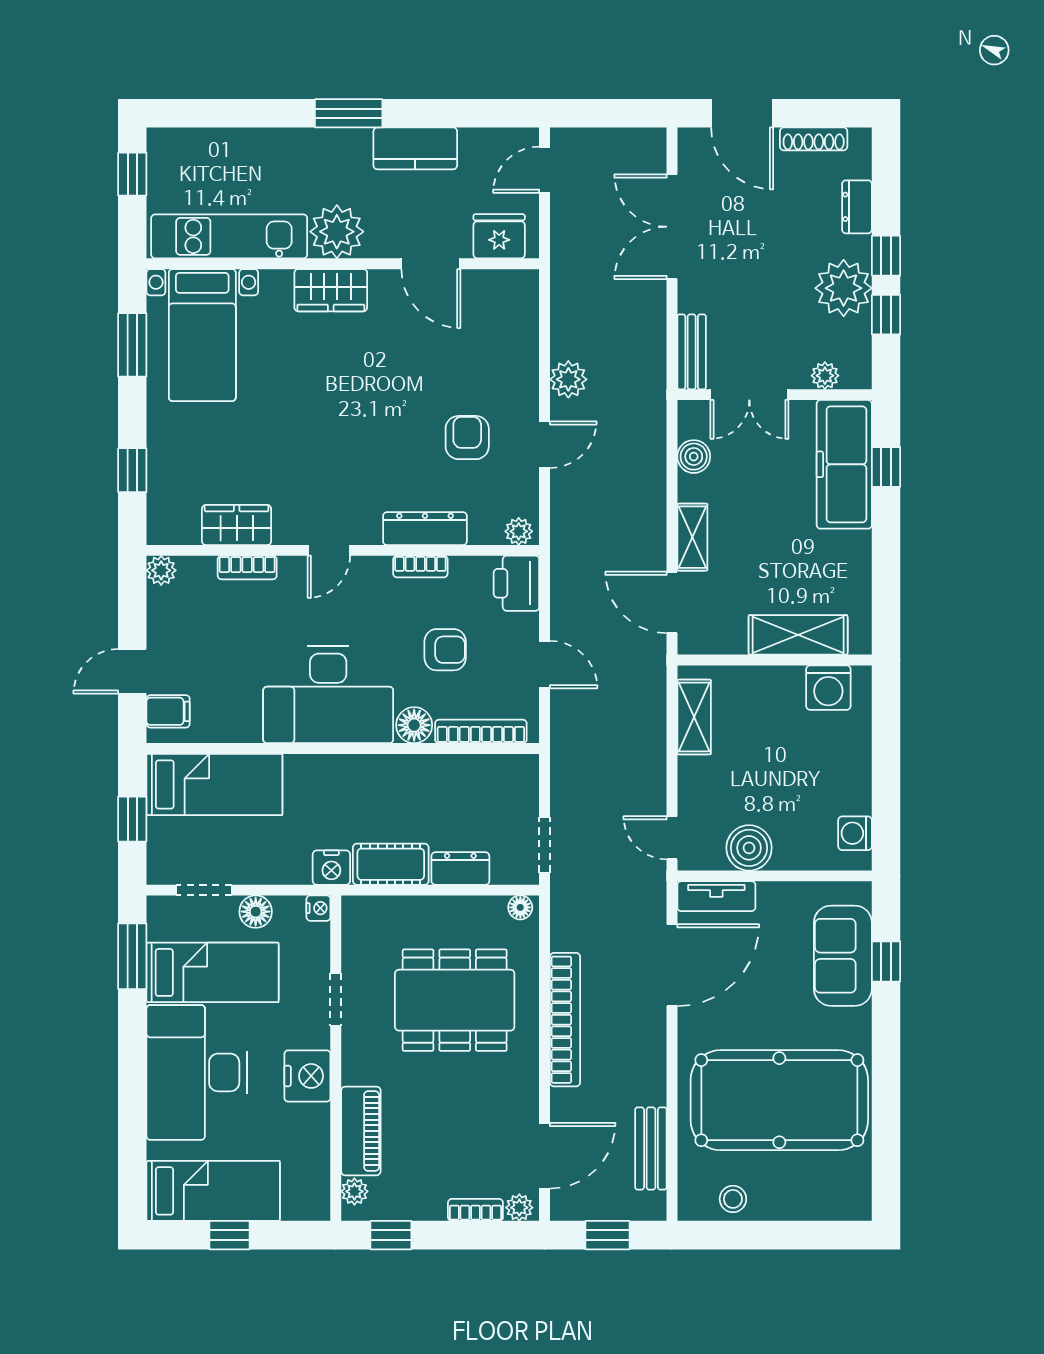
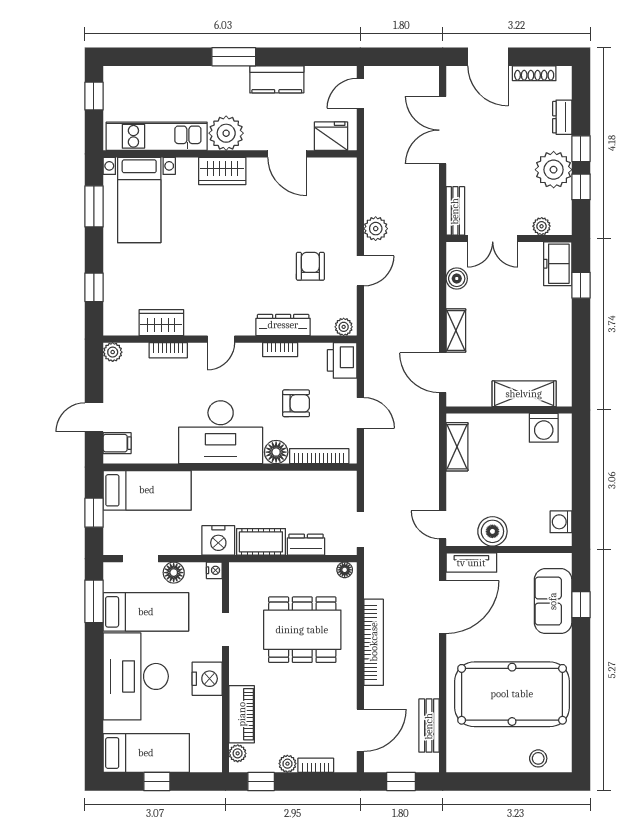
freezer: (844, 464) -> (558, 264), width x0.52, depth x0.79
nightstand: (331, 868) -> (218, 540), width x1.36, depth x1.33
stool: (733, 1199) -> (538, 758), moved
plant: (519, 1208) -> (287, 764), moved

